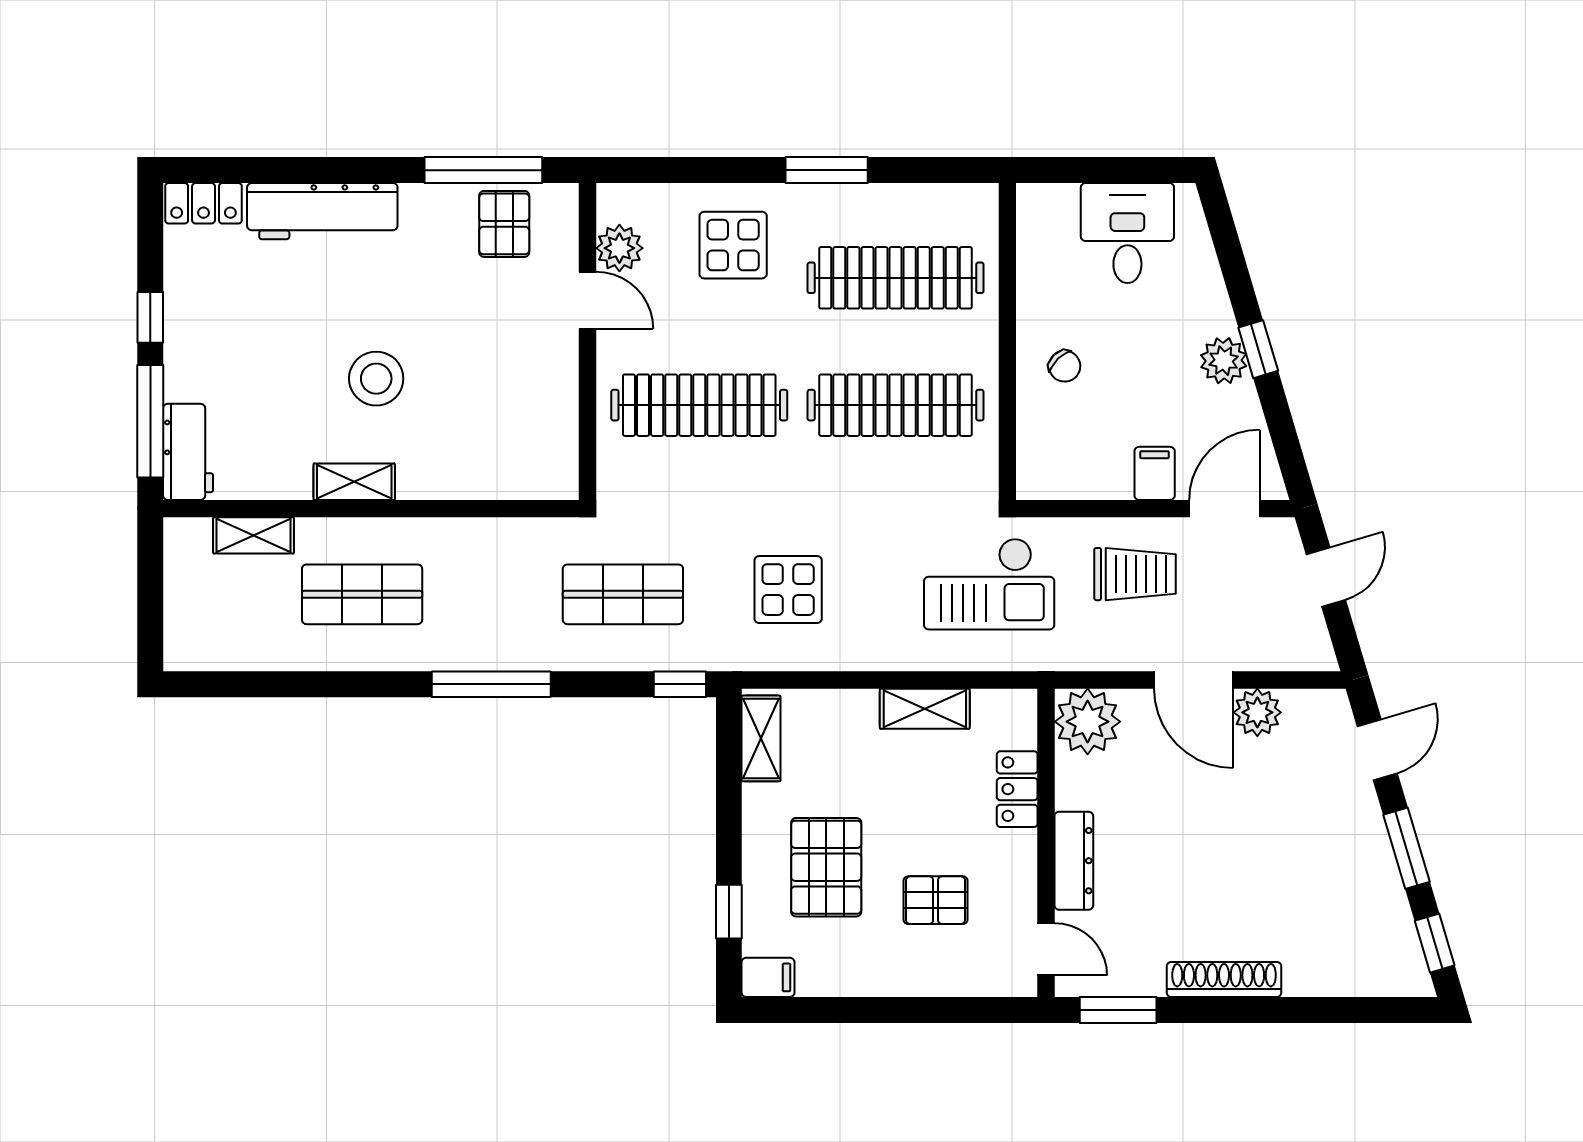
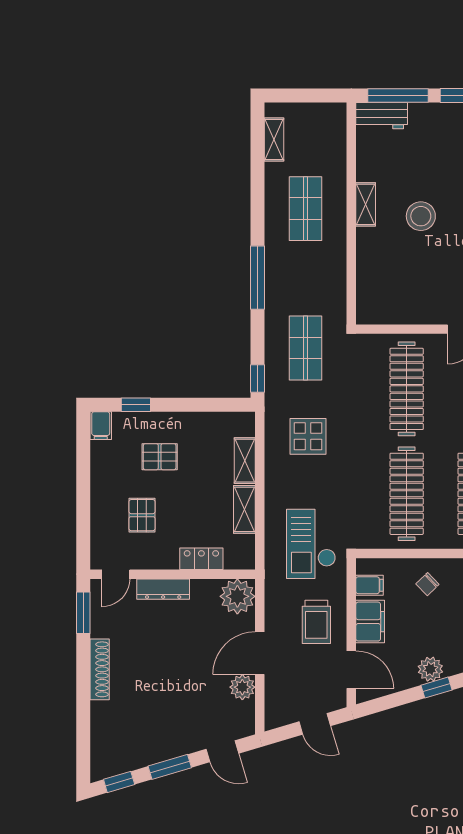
filing cabinet: (1155, 473) -> (370, 622), width x2.00
filing cabinet: (1067, 475) -> (369, 585), added
shelving: (254, 535) -> (274, 140), moved
shelving: (761, 738) -> (245, 461), moved, turned 90
pallet: (826, 867) -> (160, 457), width x0.67, depth x0.71

